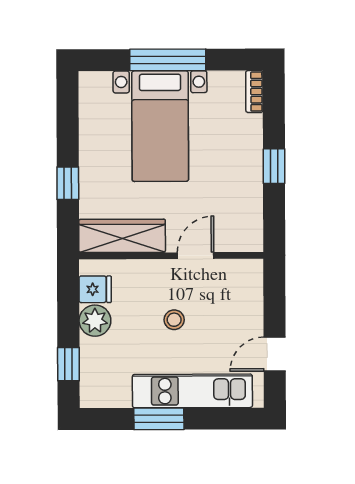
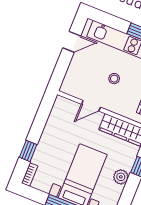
plant: (93, 152) -> (121, 177), added
window: (274, 166) -> (28, 151), moved

